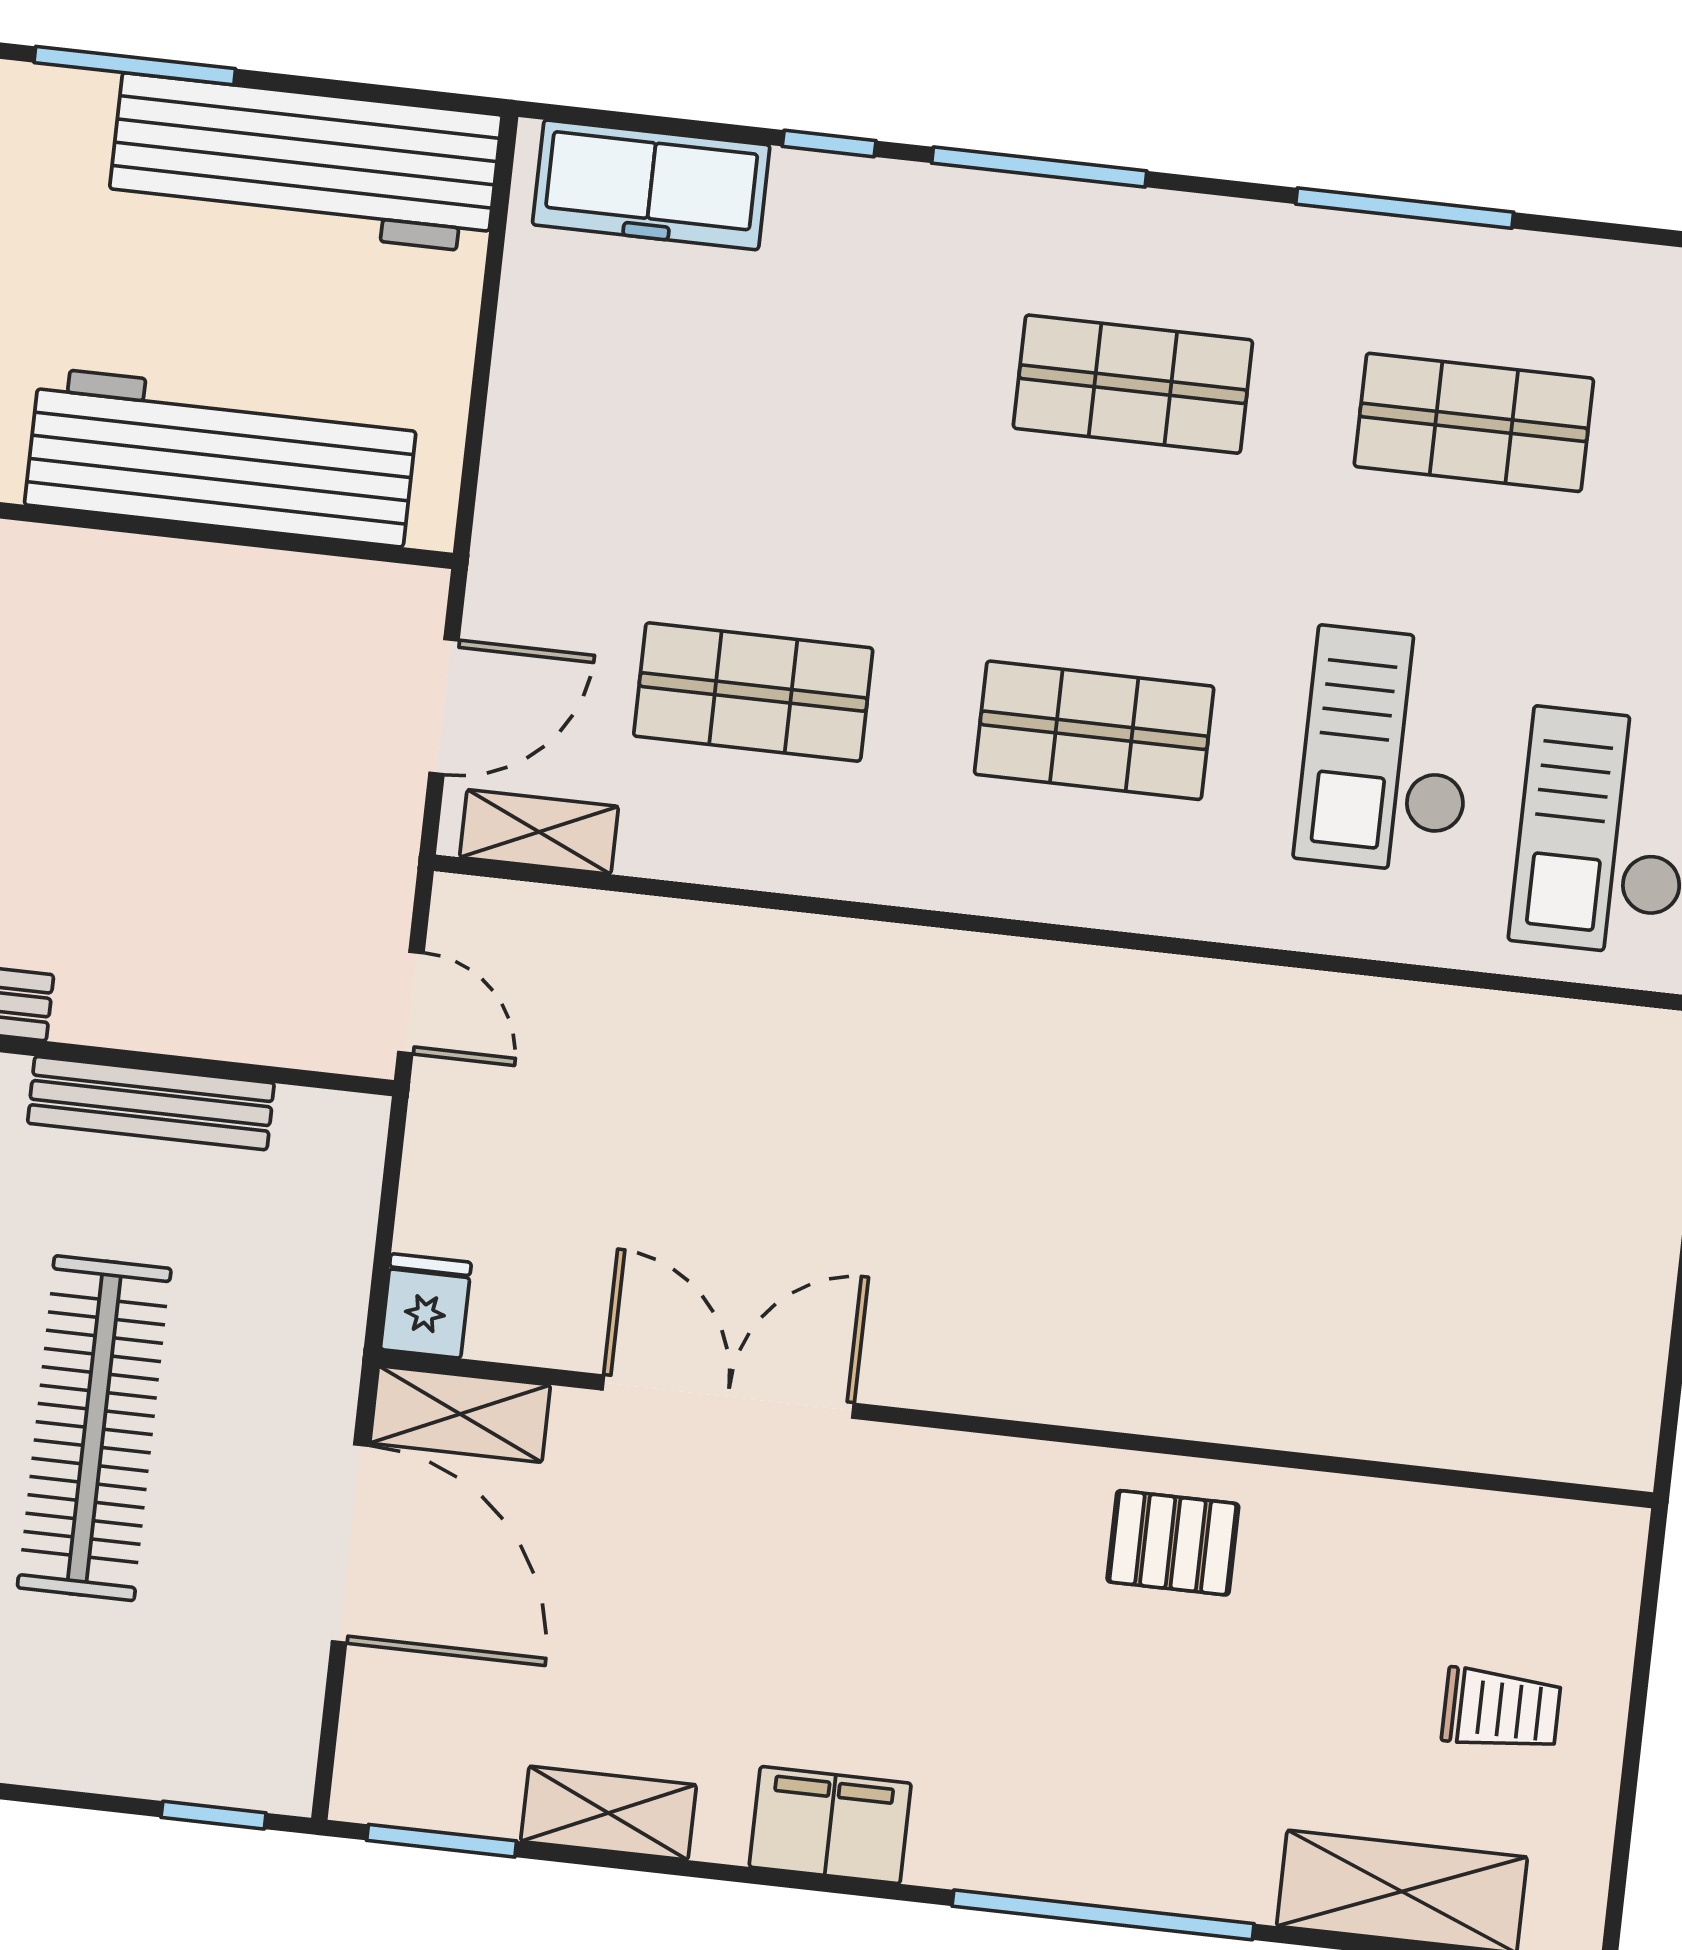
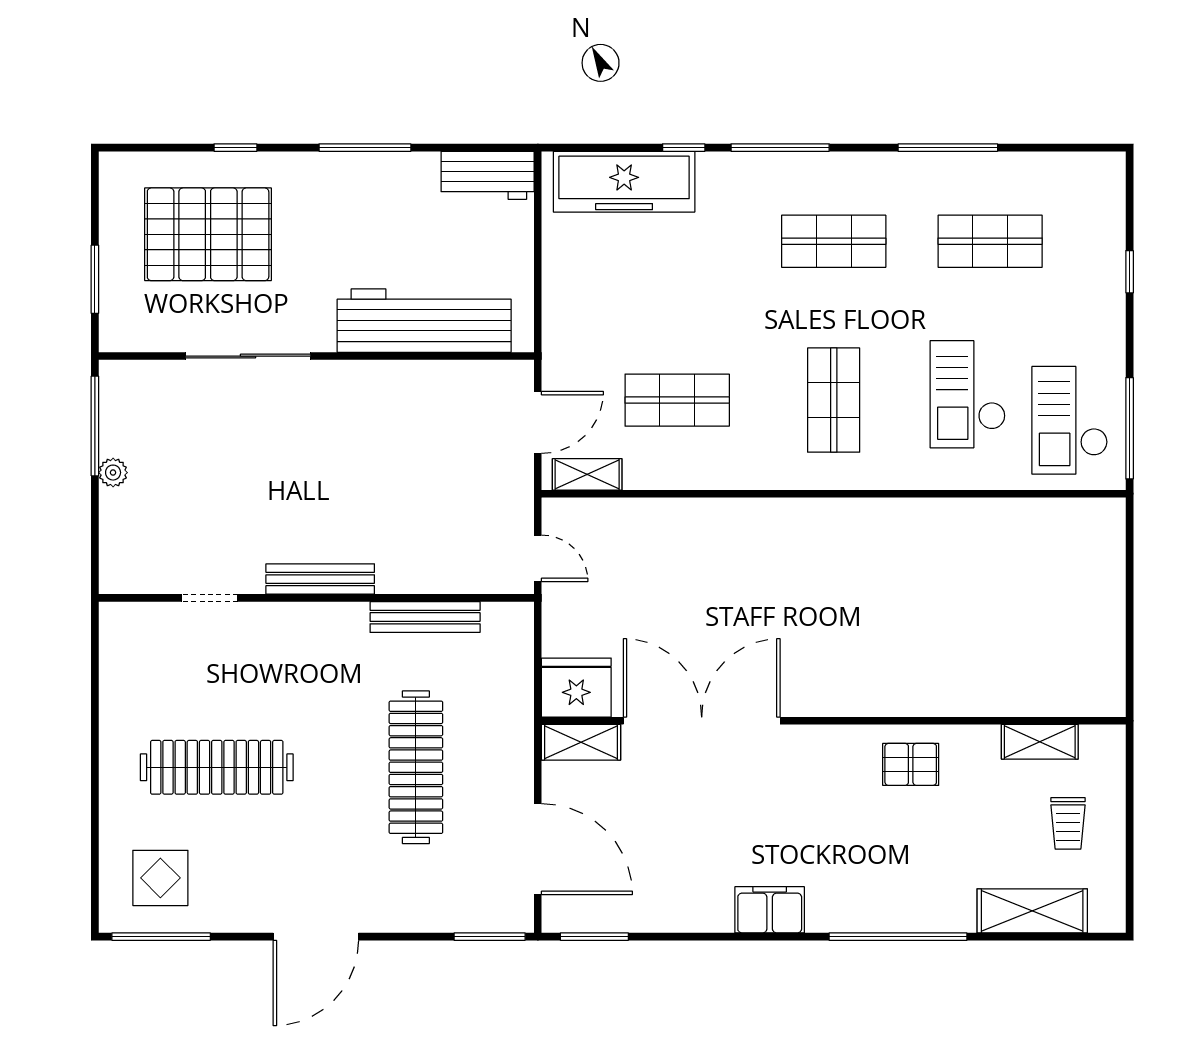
workbench: (305, 163) -> (488, 175), width x0.53, depth x0.76
freezer: (651, 185) -> (624, 182), width x1.36, depth x1.26
shop shelf: (1094, 730) -> (834, 400), turned 90
fridge: (426, 1306) -> (576, 688), width x1.88, depth x1.34
double door: (728, 1397) -> (702, 721), width x1.36
door: (350, 1543) -> (538, 849), moved
trolley: (1501, 1710) -> (1068, 823), turned 90
shelving: (608, 1813) -> (1040, 742), moved
window: (214, 1815) -> (490, 937), width x1.50

